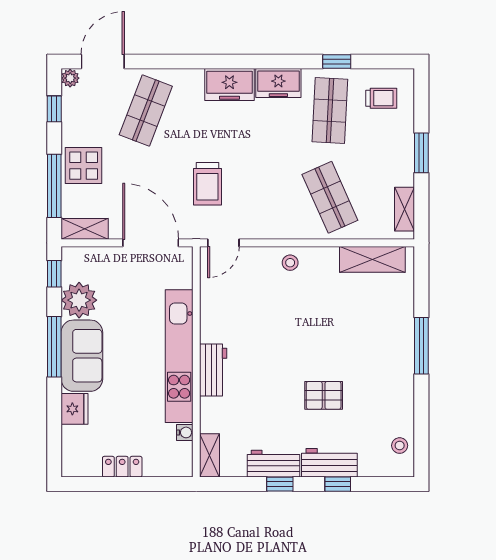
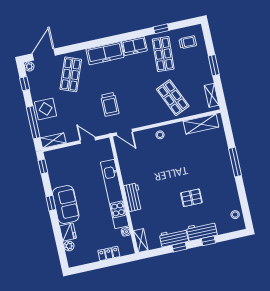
freezer: (229, 85) -> (105, 53), width x1.40
door: (151, 243) -> (88, 140), width x0.53
door: (223, 243) -> (124, 132), hinge flipped
plant: (79, 300) -> (69, 246), moved, width x0.53, depth x0.53
window: (54, 347) -> (51, 203), width x0.46
locker: (122, 467) -> (109, 253), moved

